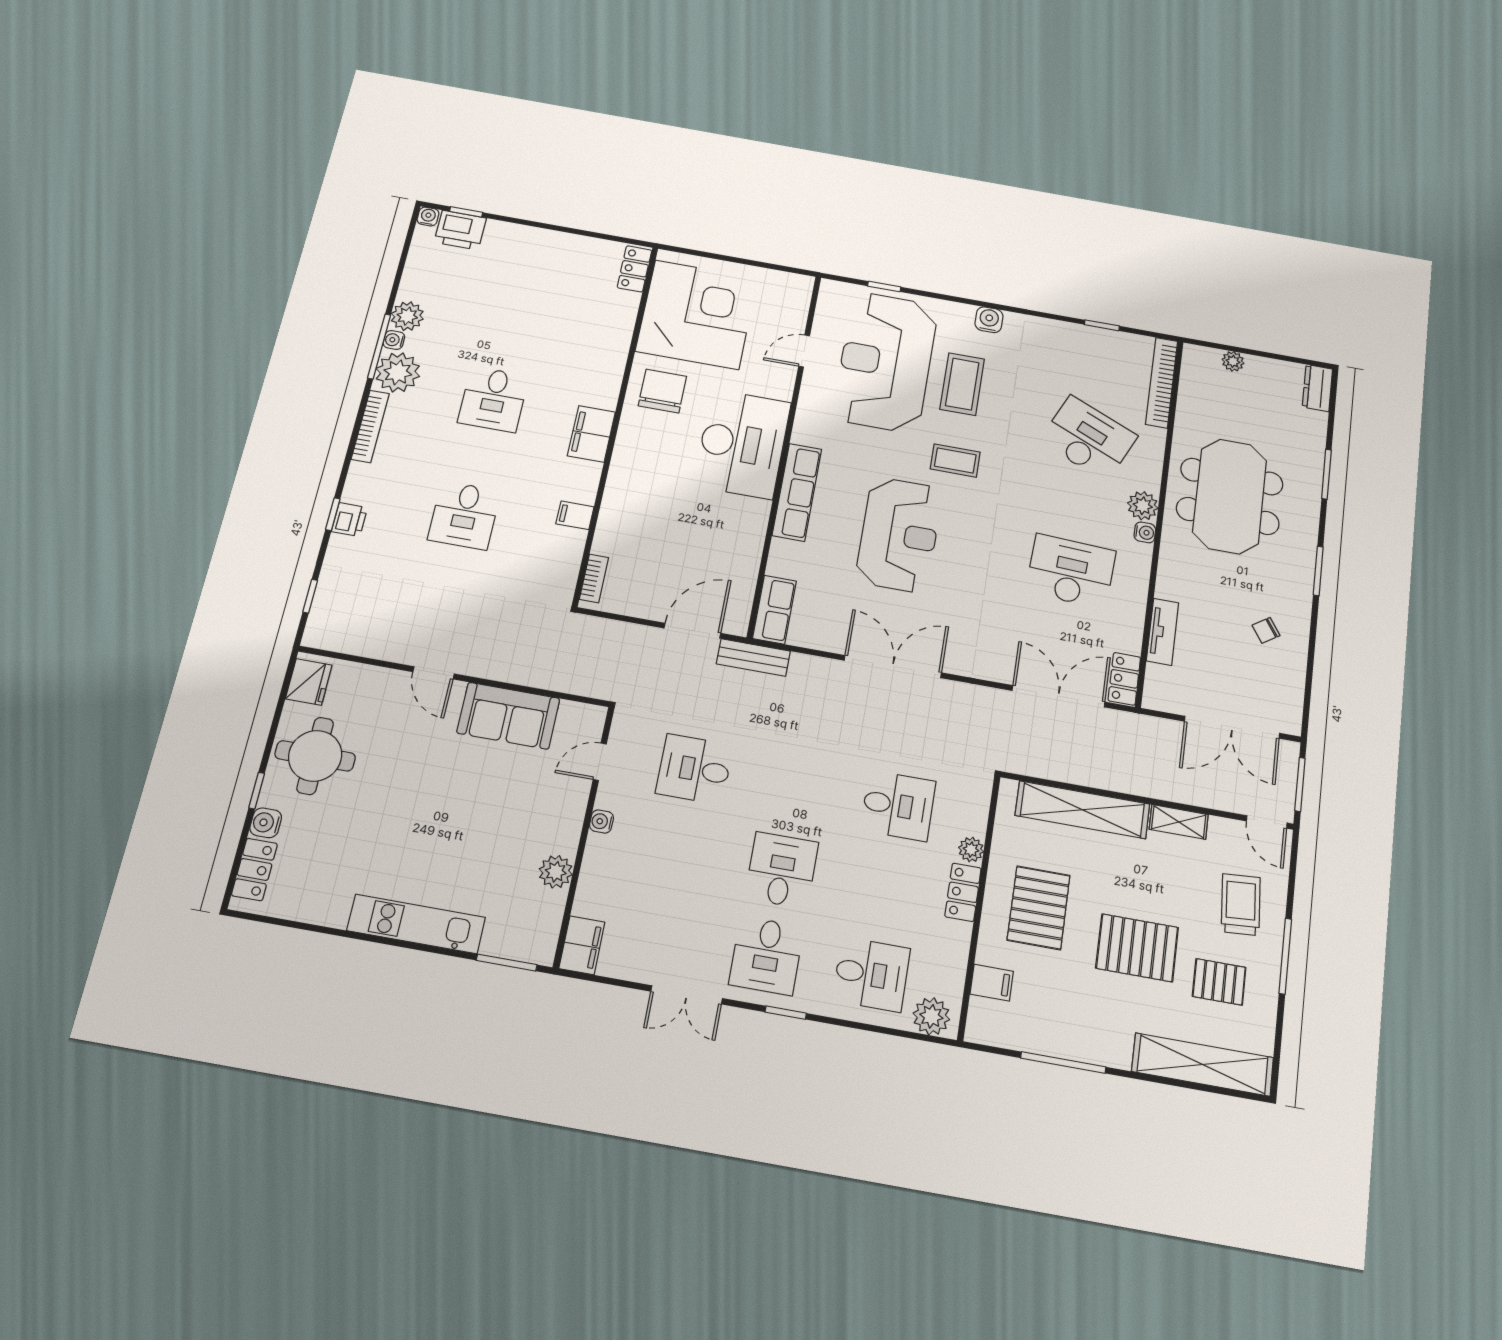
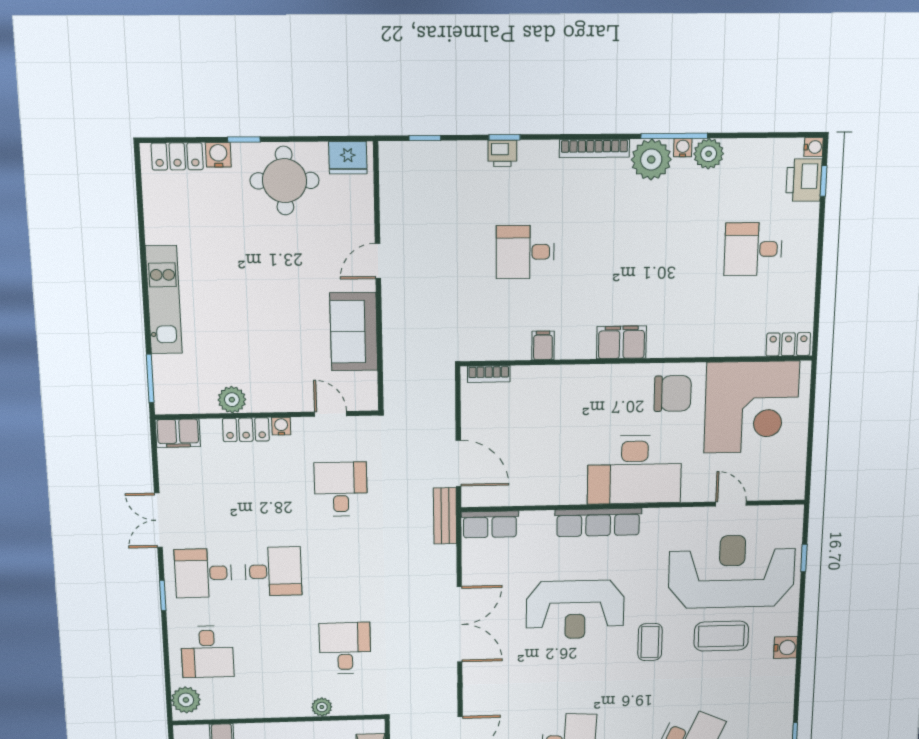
desk: (493, 399) -> (753, 249), moved
desk: (898, 806) -> (345, 648), turned 180
locker: (963, 892) -> (246, 430), moved, turned 180

